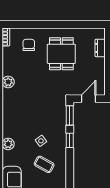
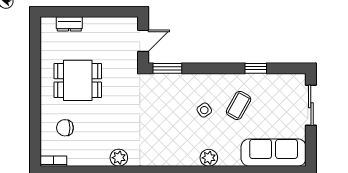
door: (89, 99) -> (143, 41), swing flipped
window: (70, 140) -> (256, 68), moved

